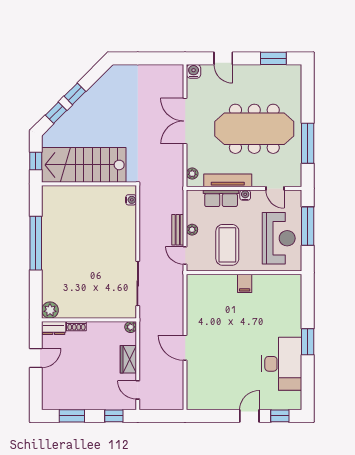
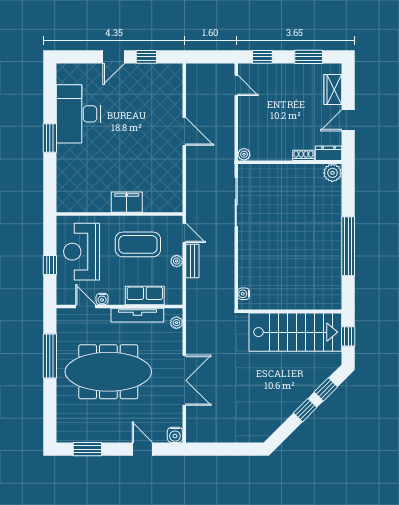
water cooler: (245, 195) -> (102, 299), moved
window: (308, 226) -> (50, 265), width x0.46
coffee table: (227, 245) -> (138, 244), turned 90
filing cabinet: (245, 283) -> (127, 202), width x2.00
wardrobe: (128, 359) -> (333, 90), moved, turned 180
window: (280, 416) -> (146, 57), moved

